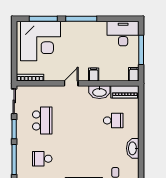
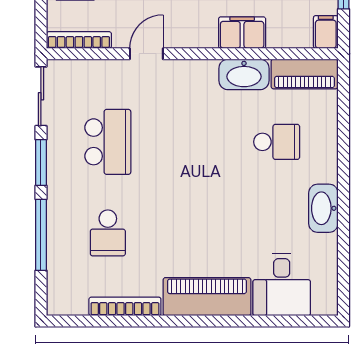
filing cabinet: (94, 75) -> (242, 33), width x2.00
door: (71, 83) -> (146, 54), moved
school desk: (42, 159) -> (108, 233), turned -90

